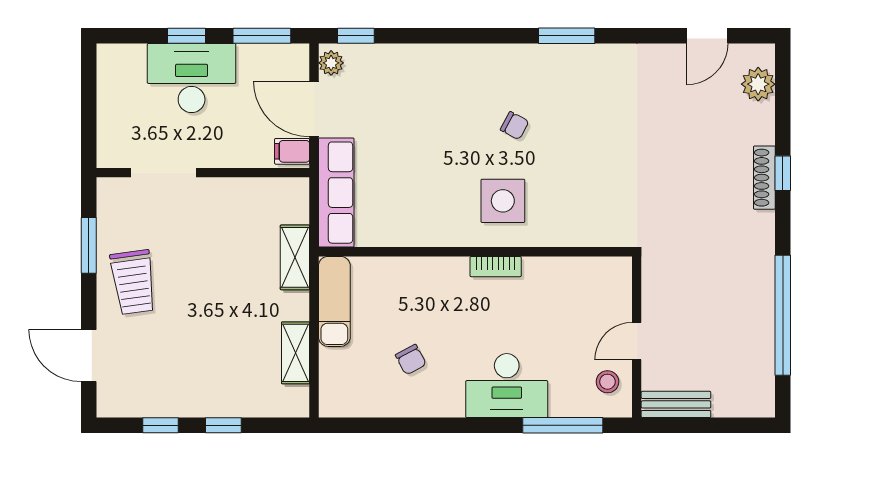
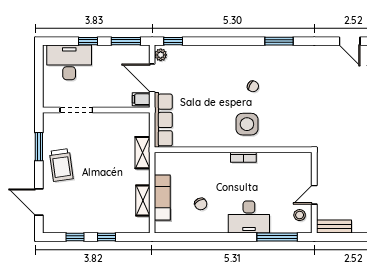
door: (707, 36) -> (350, 41), hinge flipped
desk: (192, 78) -> (69, 62), moved
exam couch: (334, 301) -> (162, 198), moved

